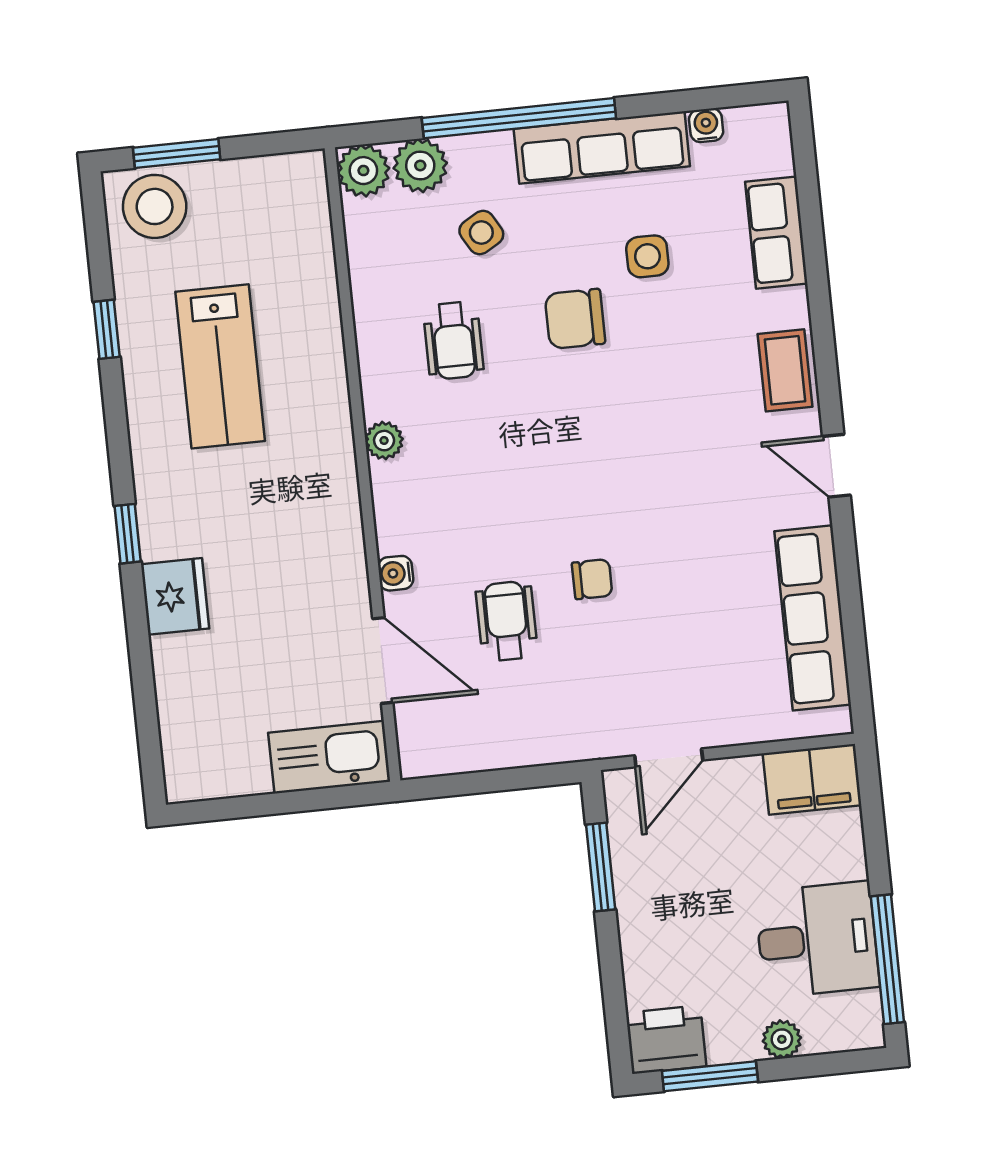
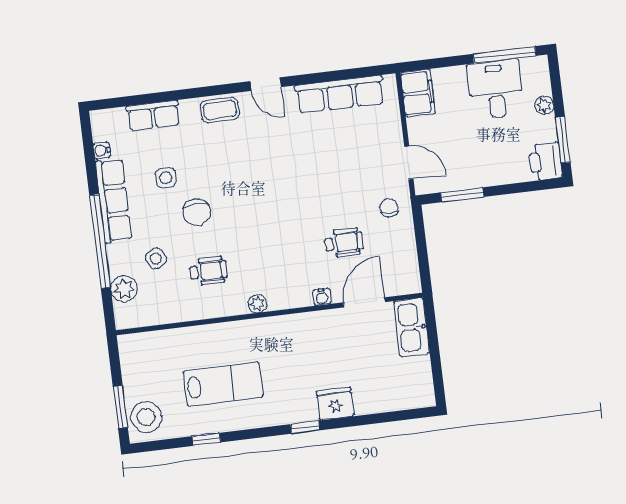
plant: (363, 171) -> (127, 316), removed
door: (836, 466) -> (266, 84), hinge flipped
chair: (592, 579) -> (389, 208), moved
wheelchair: (507, 621) -> (344, 243), turned 180

